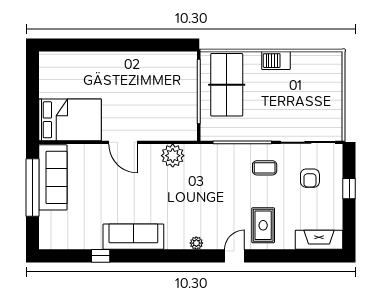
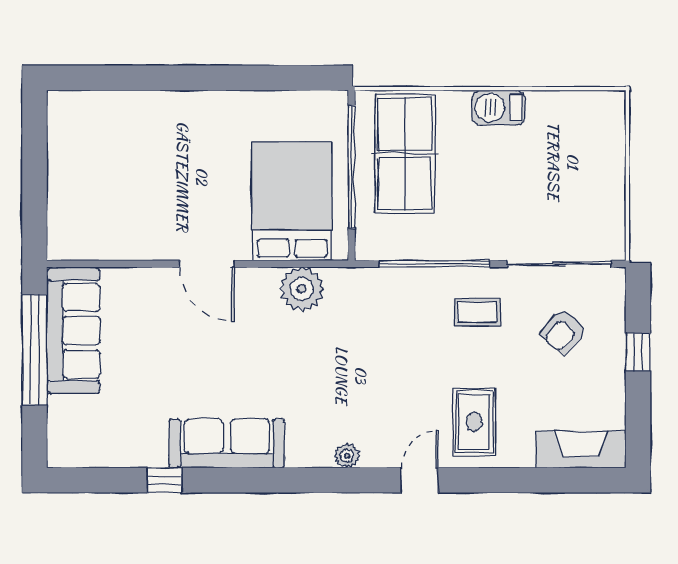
bed: (70, 120) -> (292, 201), moved, turned -90
armchair: (310, 178) -> (563, 332), turned 42

